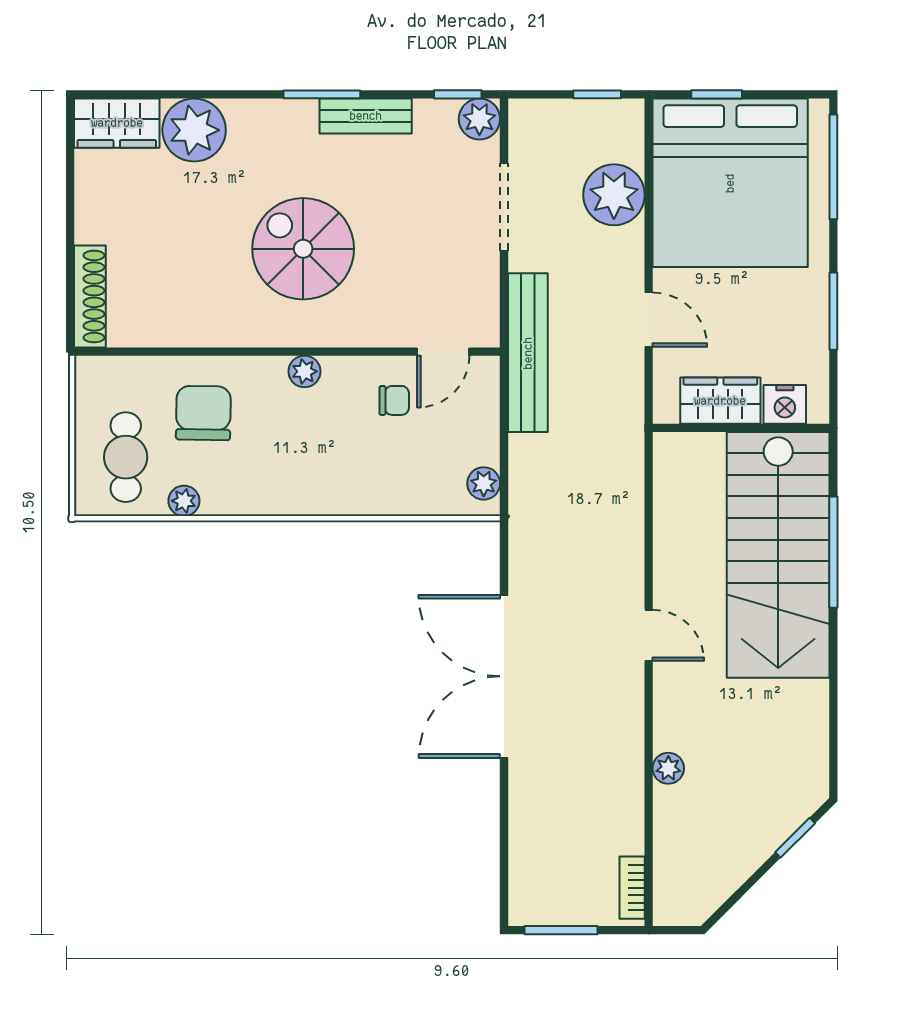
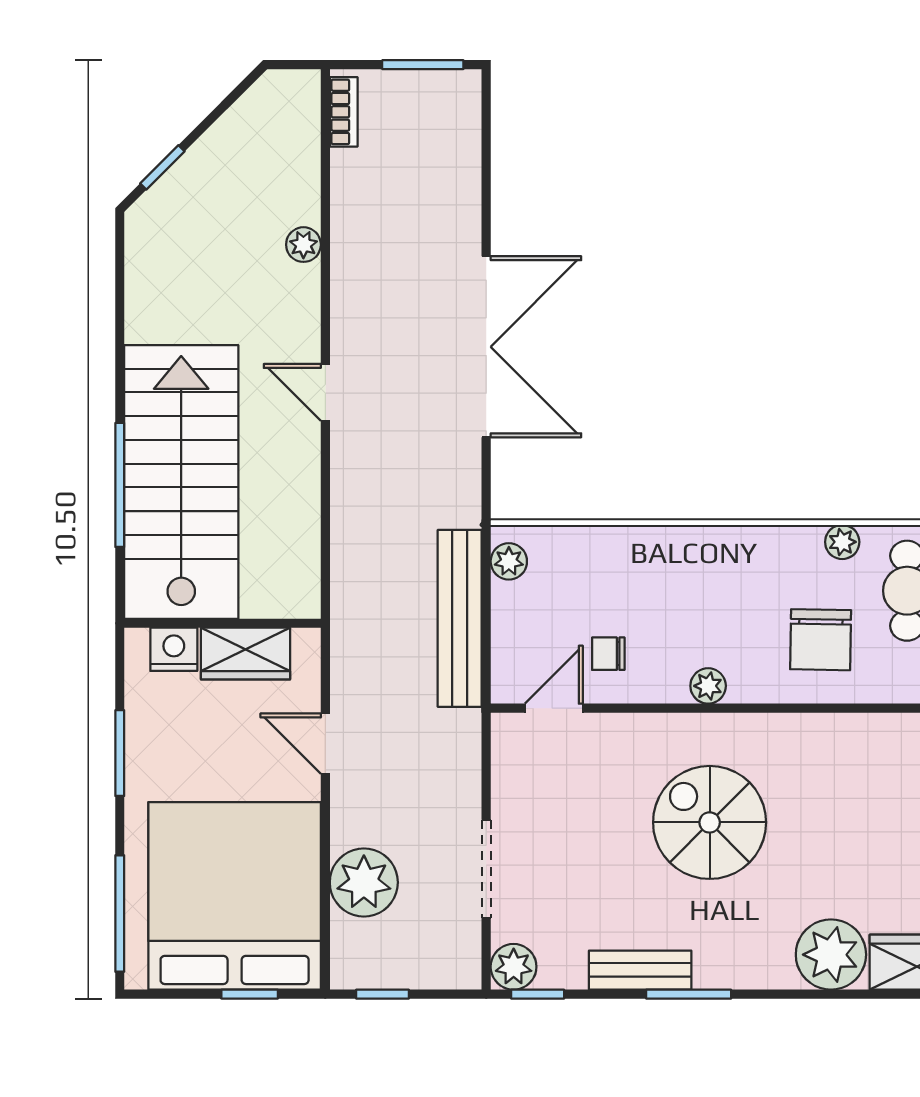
spiral stairs: (303, 249) -> (710, 822), turned 180
bench: (528, 353) -> (460, 618), moved

